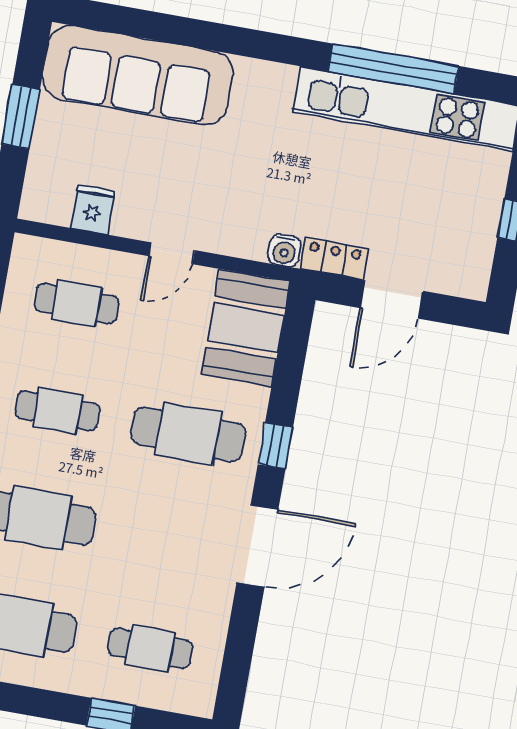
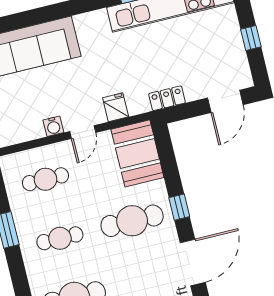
fridge: (93, 209) -> (116, 107), moved
water cooler: (285, 250) -> (53, 126), moved
door: (392, 300) -> (225, 101), moved

